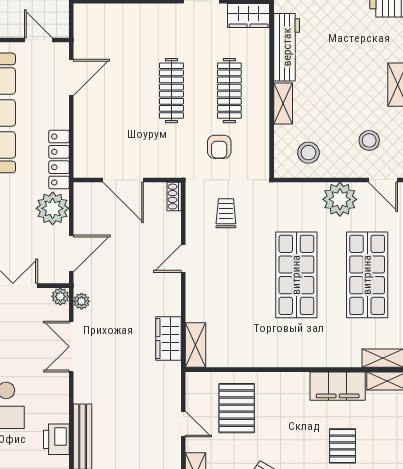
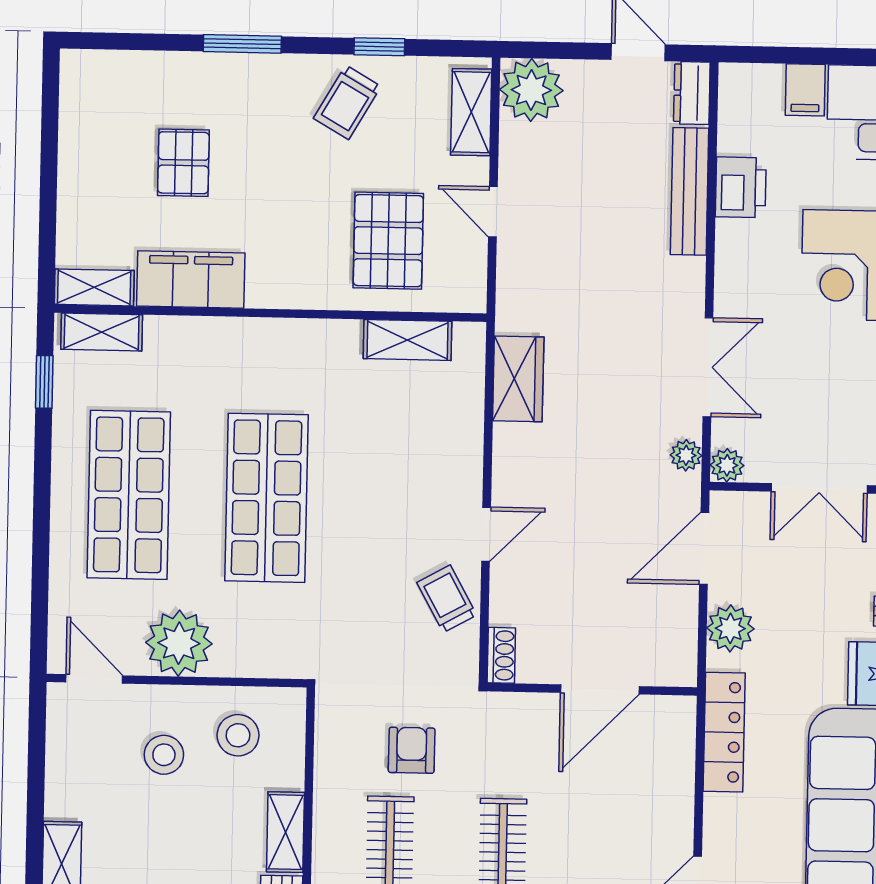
stool: (369, 140) -> (164, 755), moved
door: (123, 180) -> (600, 689), swing flipped
plant: (53, 208) -> (730, 628), width x0.73, depth x0.73
trolley: (226, 213) -> (447, 599), moved, turned 151
shelving: (196, 345) -> (407, 340), moved, turned 90

